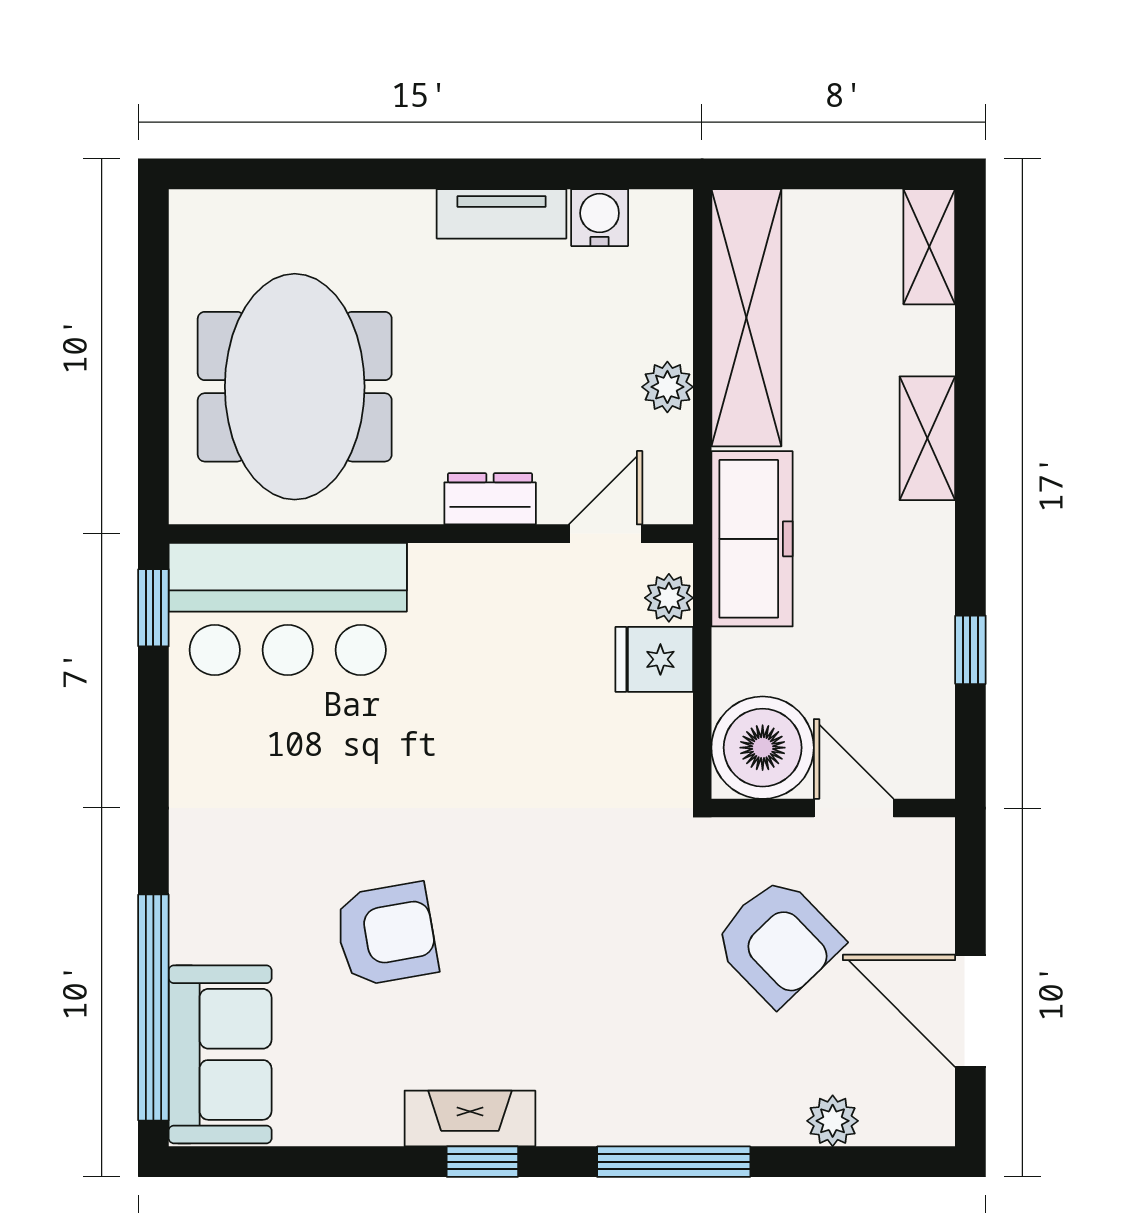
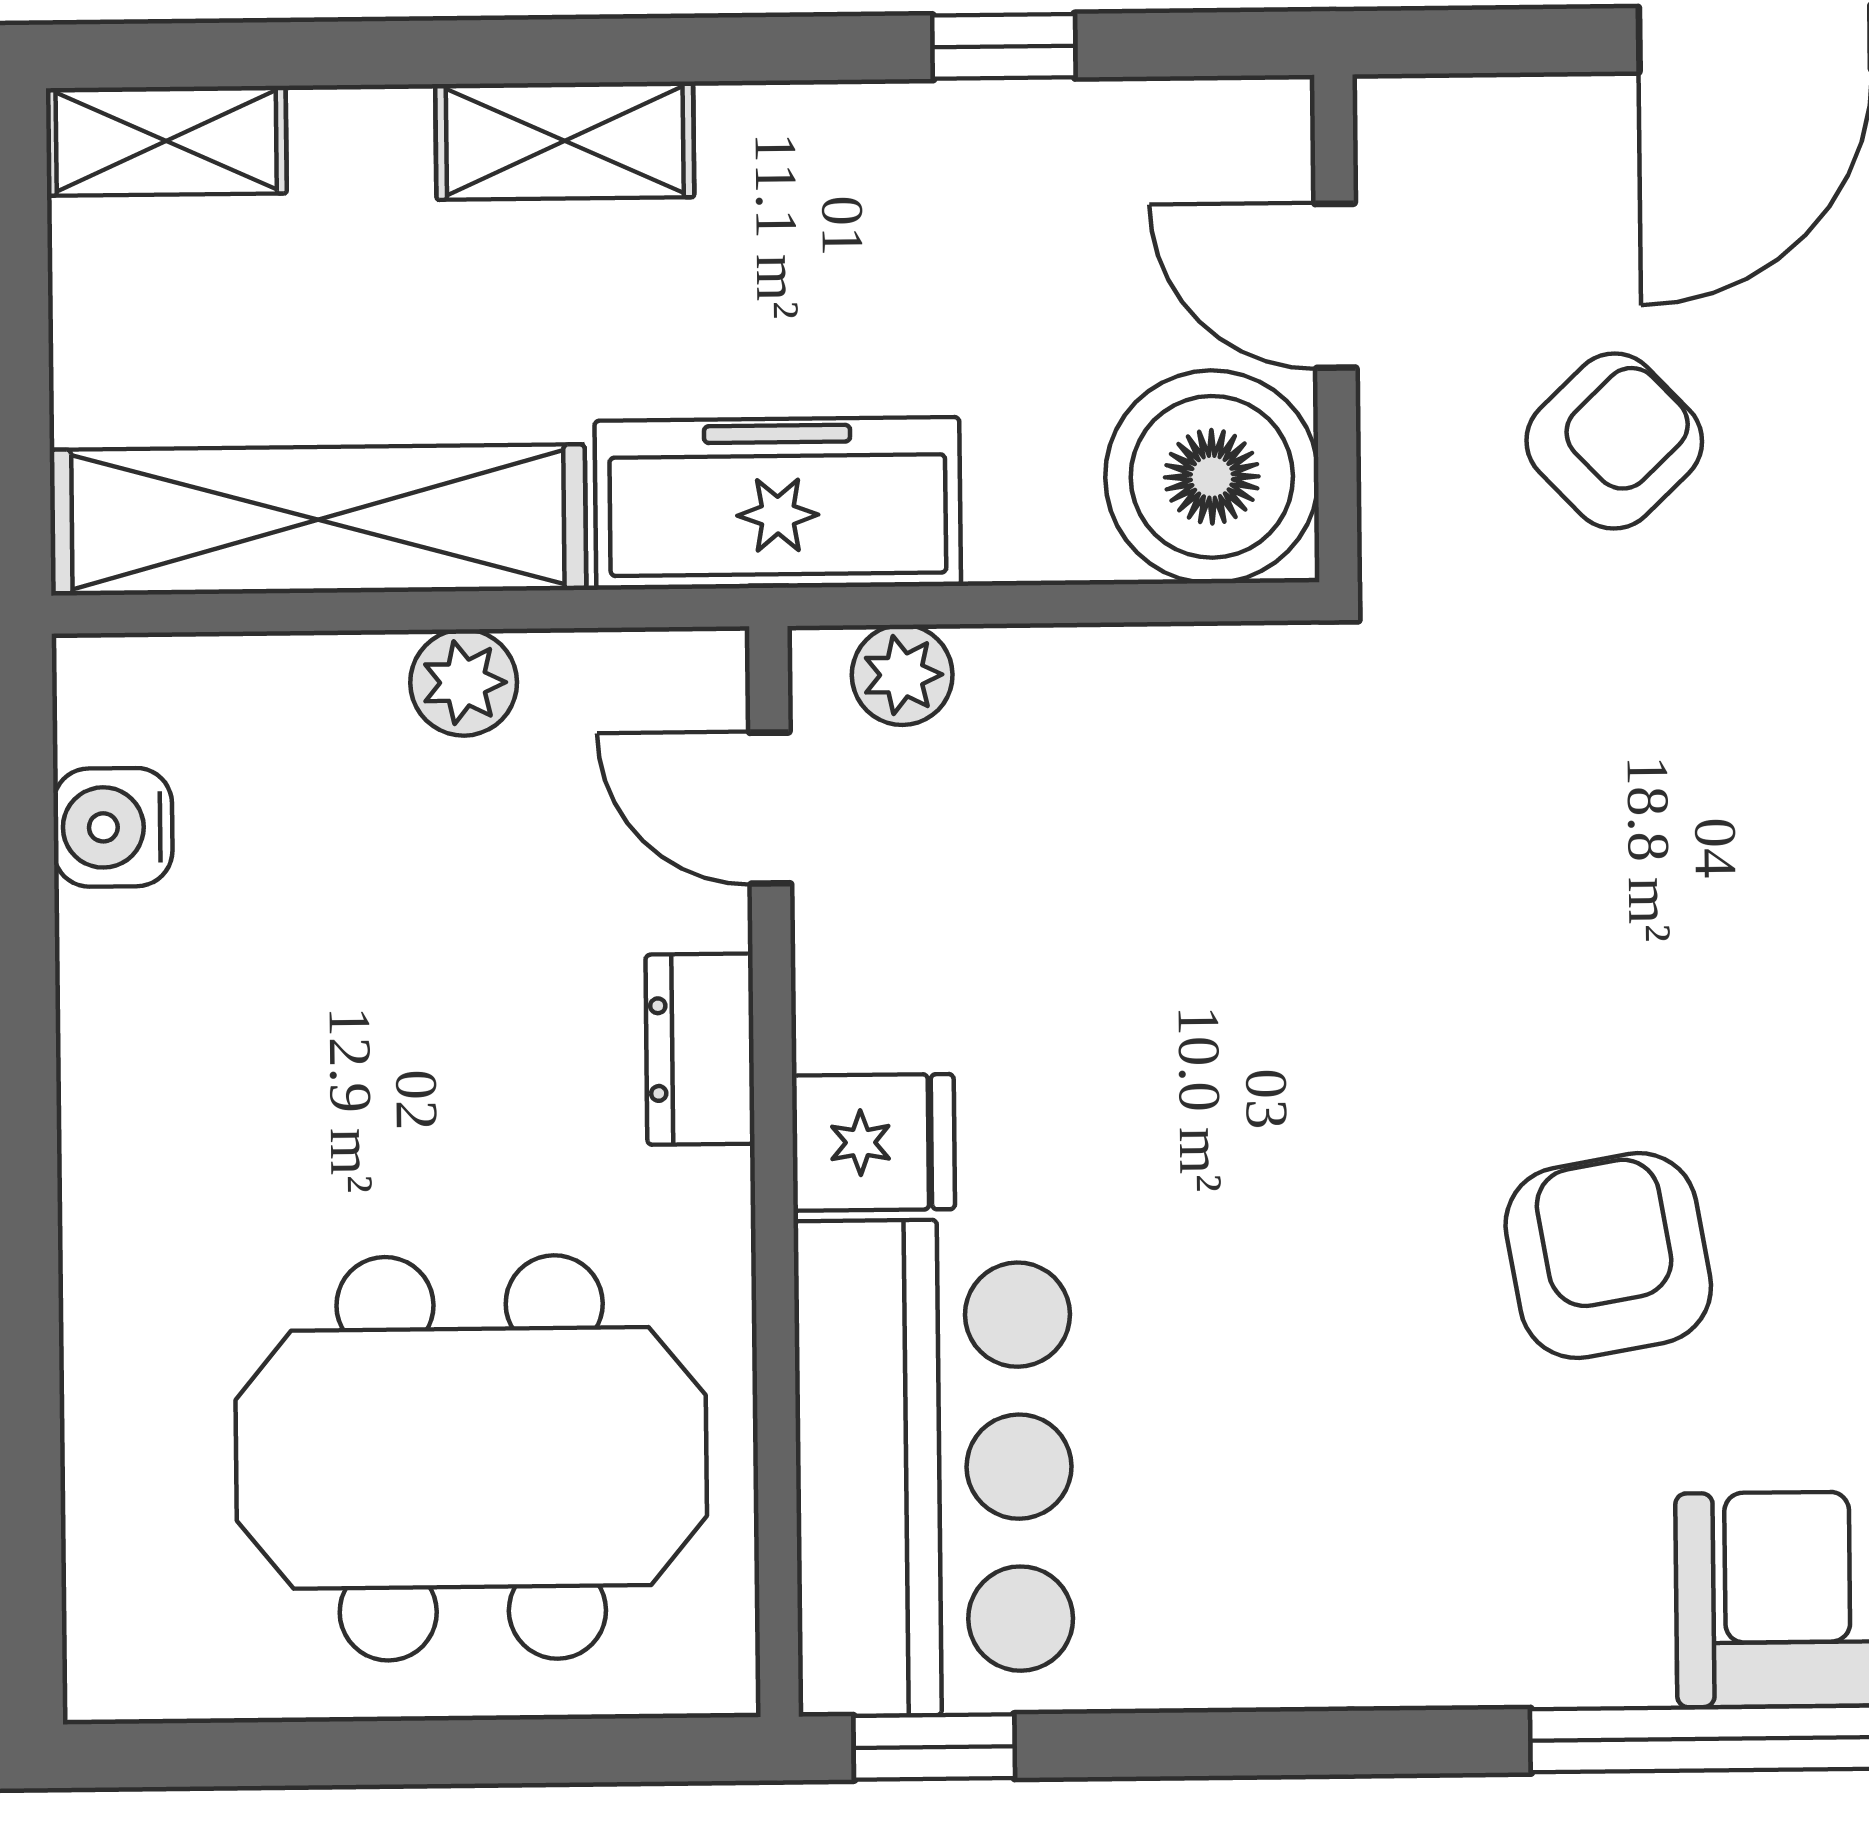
tv unit: (502, 214) -> (107, 1031), removed
fridge: (654, 659) -> (873, 1142), moved, turned -90
door: (854, 808) -> (1335, 286), hinge flipped
armchair: (778, 941) -> (1614, 441), width x0.72, depth x0.72

